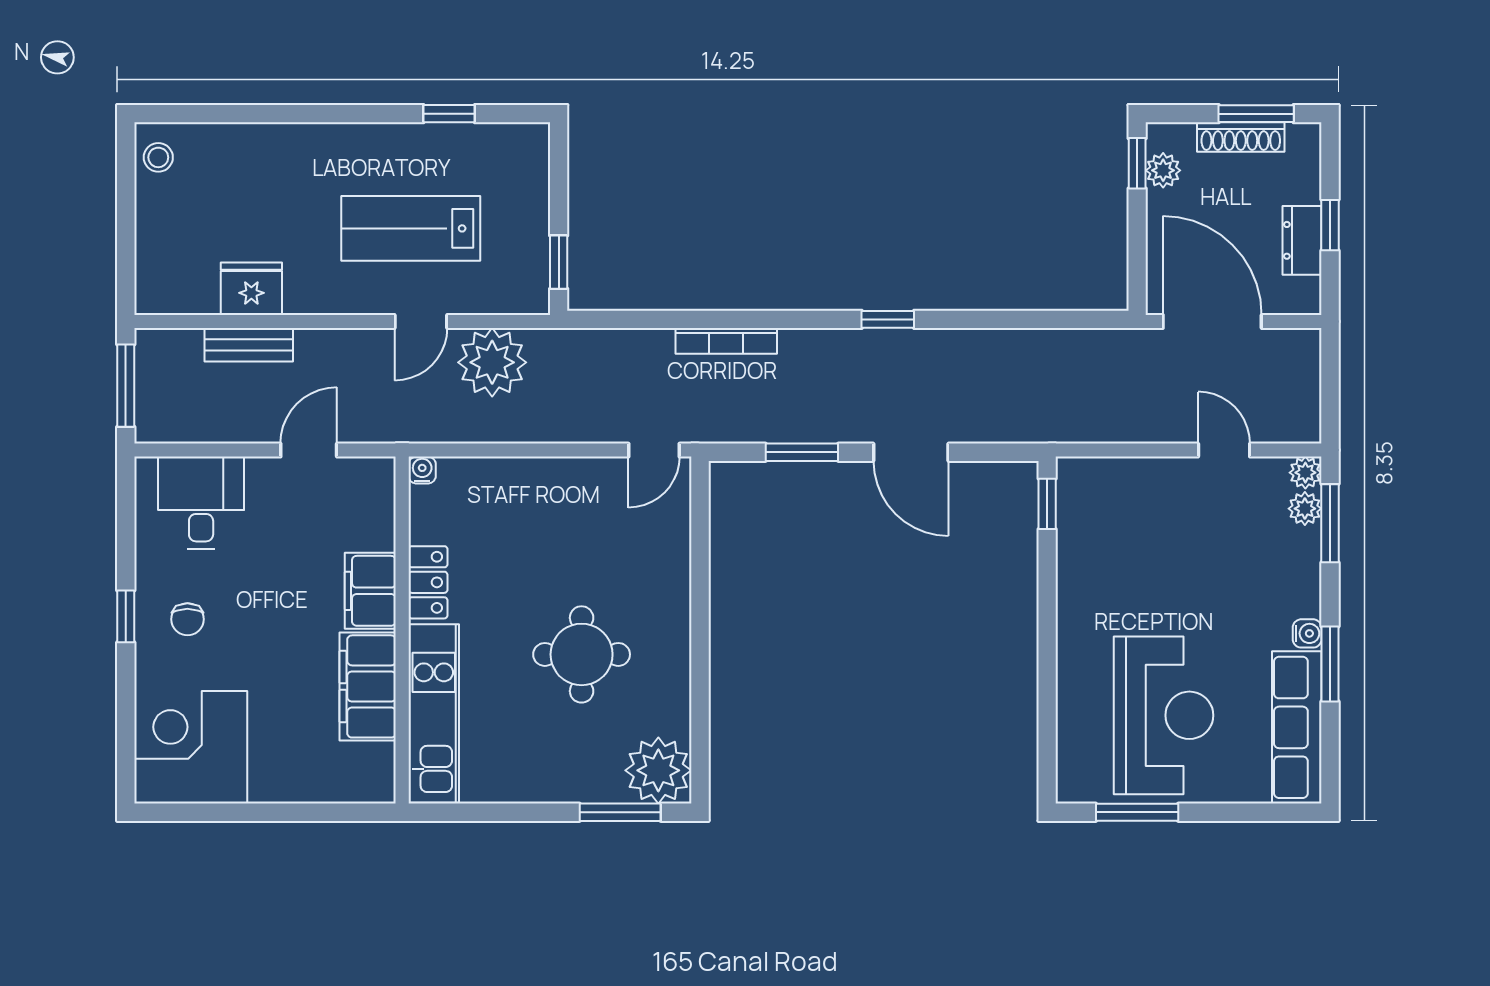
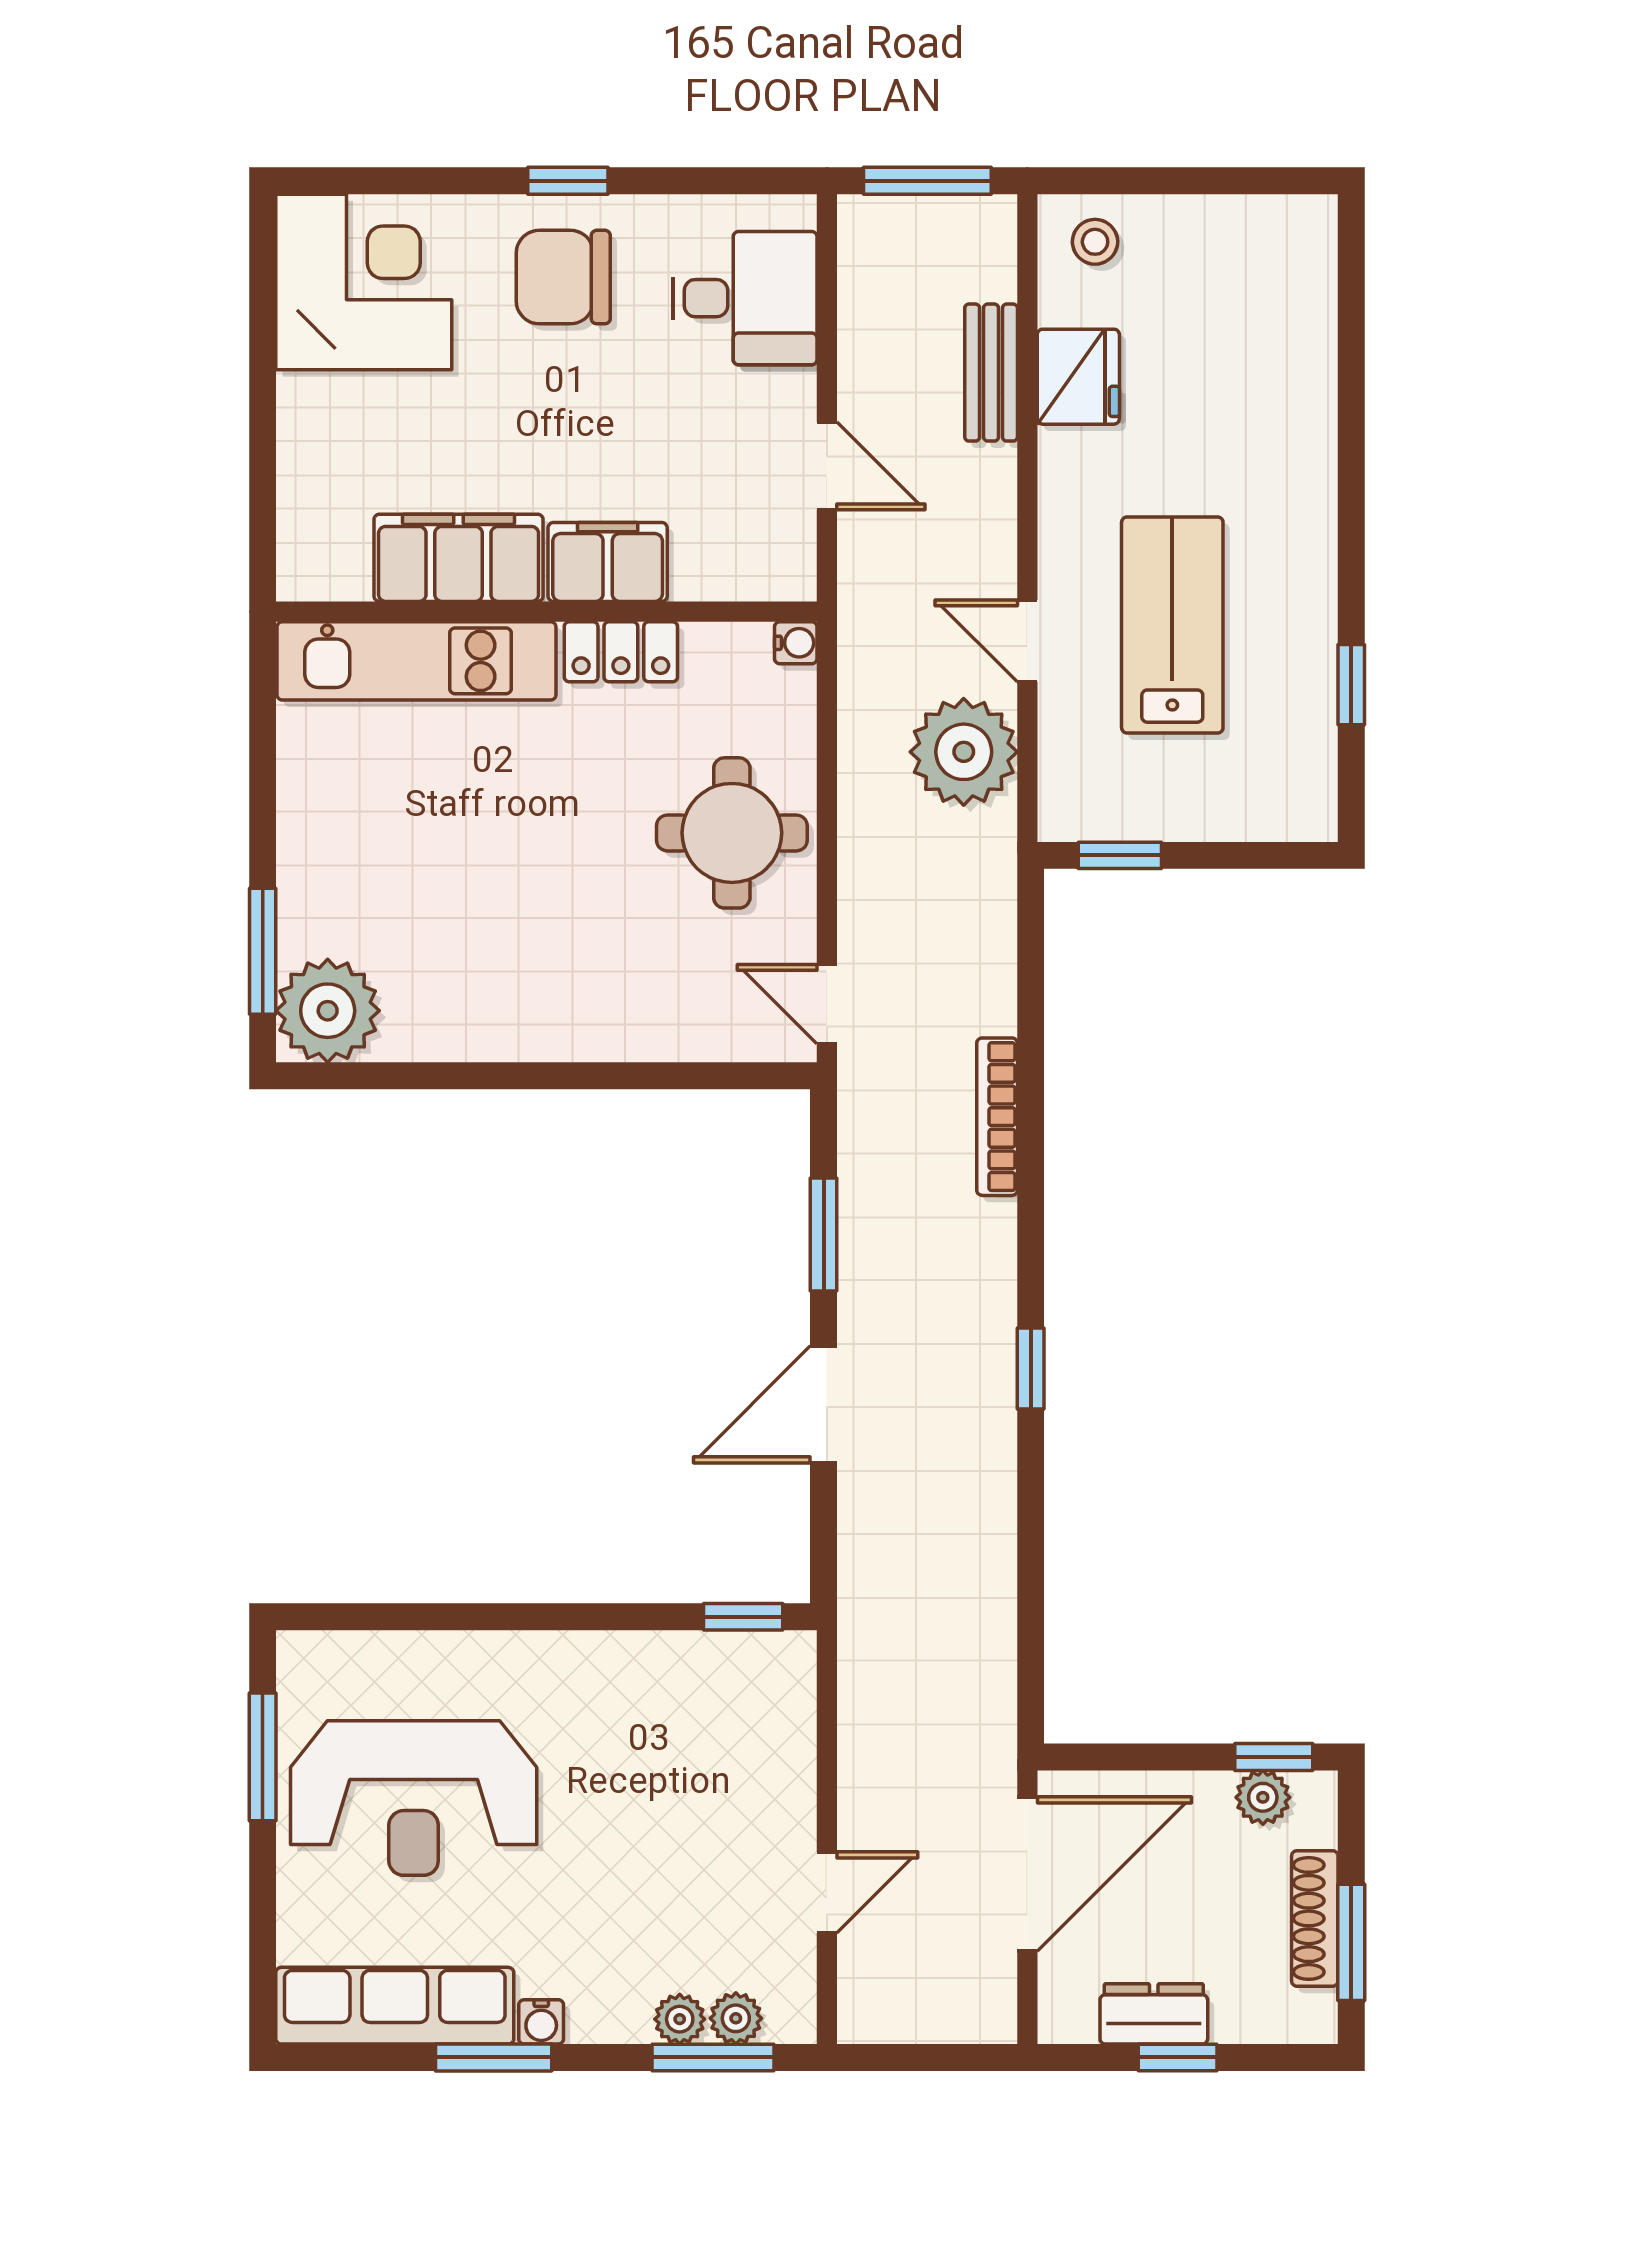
stool: (158, 157) -> (1095, 242), moved
plant: (1305, 473) -> (680, 2019), moved
chair: (187, 619) -> (563, 277), width x1.87, depth x1.87
round table: (582, 654) -> (732, 833), moved

